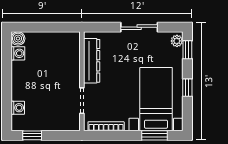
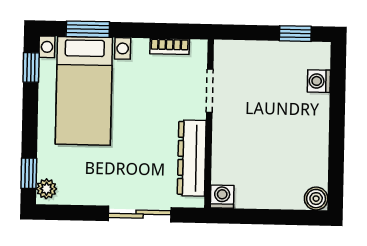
sliding door: (139, 27) -> (140, 214), moved
washing machine: (18, 53) -> (222, 197), moved, turned 90
window: (187, 88) -> (31, 67), moved
bookcase: (106, 126) -> (170, 46), width x0.64

